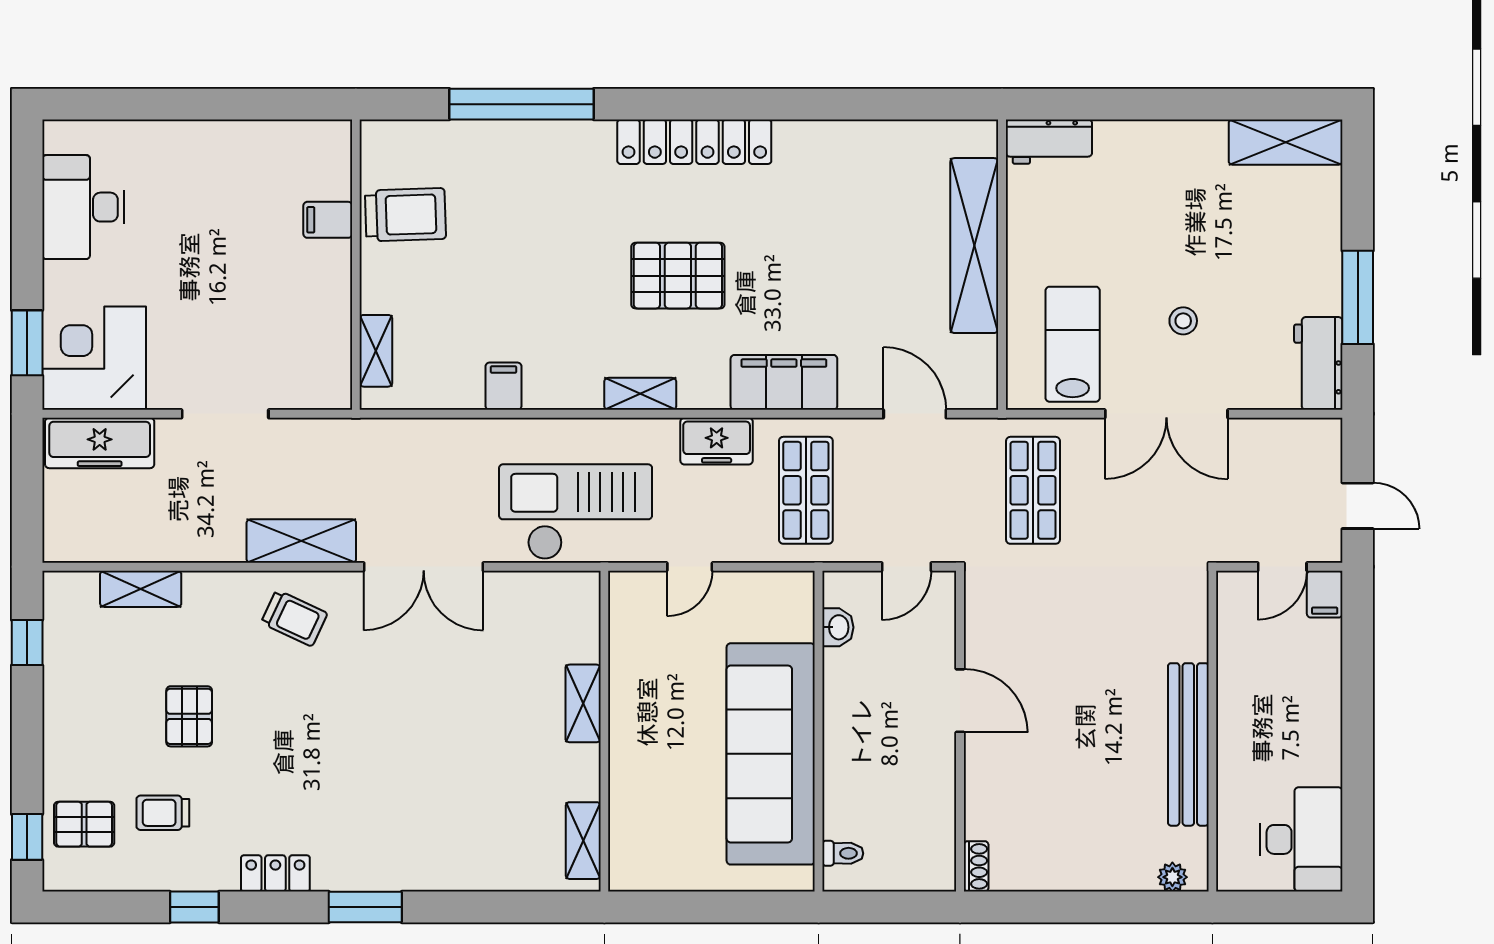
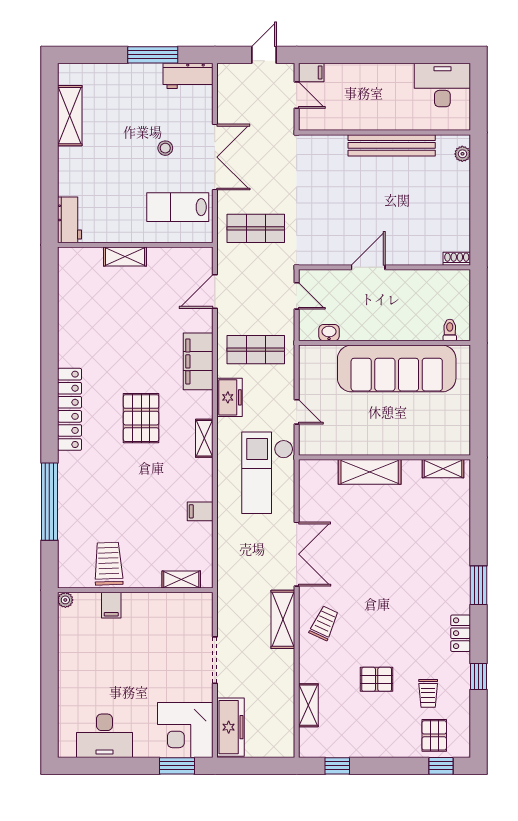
plant: (338, 134) -> (65, 600), added
shelving: (1286, 142) -> (70, 116), moved
shelving: (974, 246) -> (125, 256), width x0.45, depth x0.75
shelving: (583, 703) -> (370, 472), width x1.50, depth x1.33

